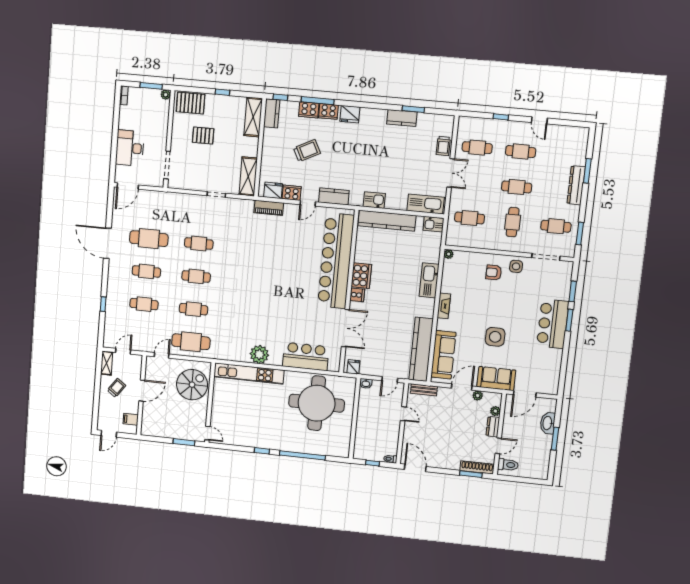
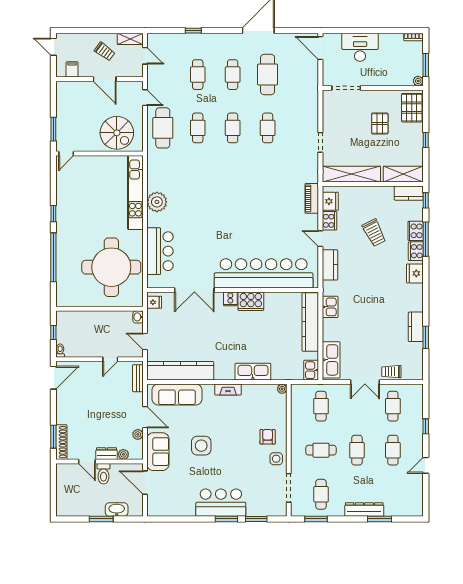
shelving: (248, 176) -> (351, 174), width x1.47
toilet: (508, 465) -> (104, 474), moved

